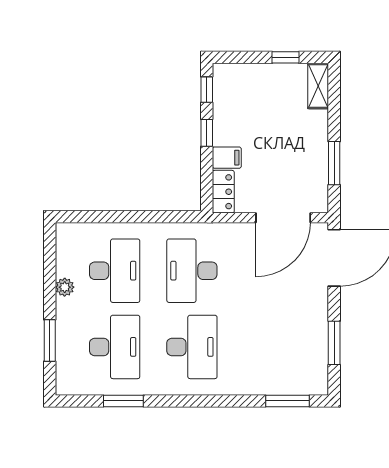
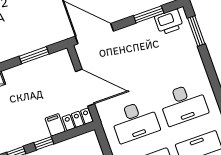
door: (283, 218) -> (85, 88), moved
desk: (192, 347) -> (183, 104), turned 180
printer: (314, 367) -> (169, 22), added

